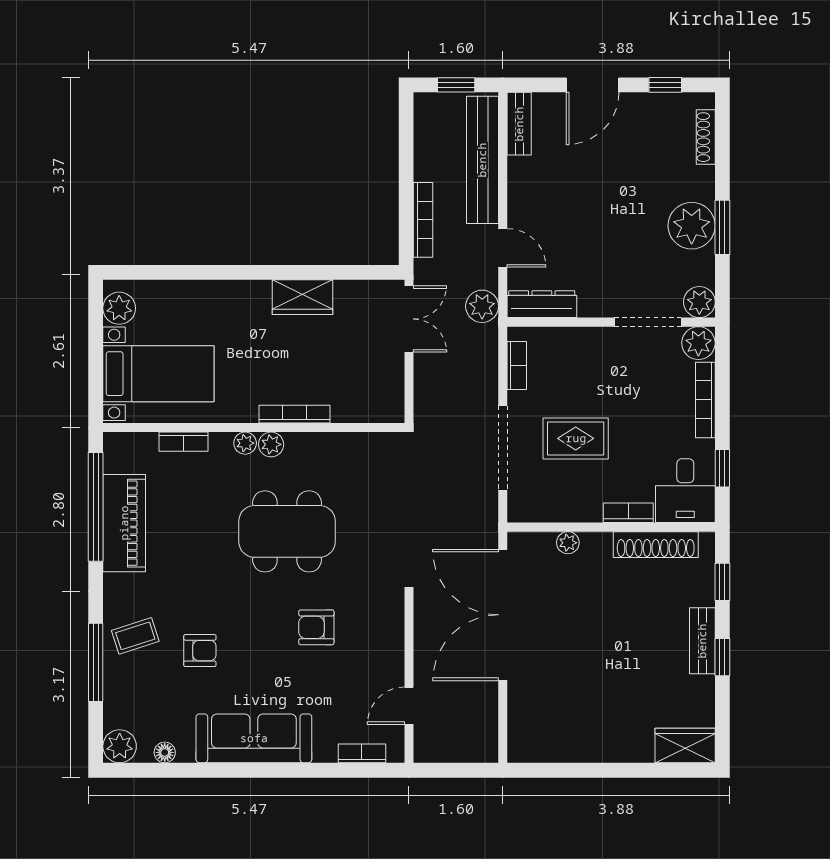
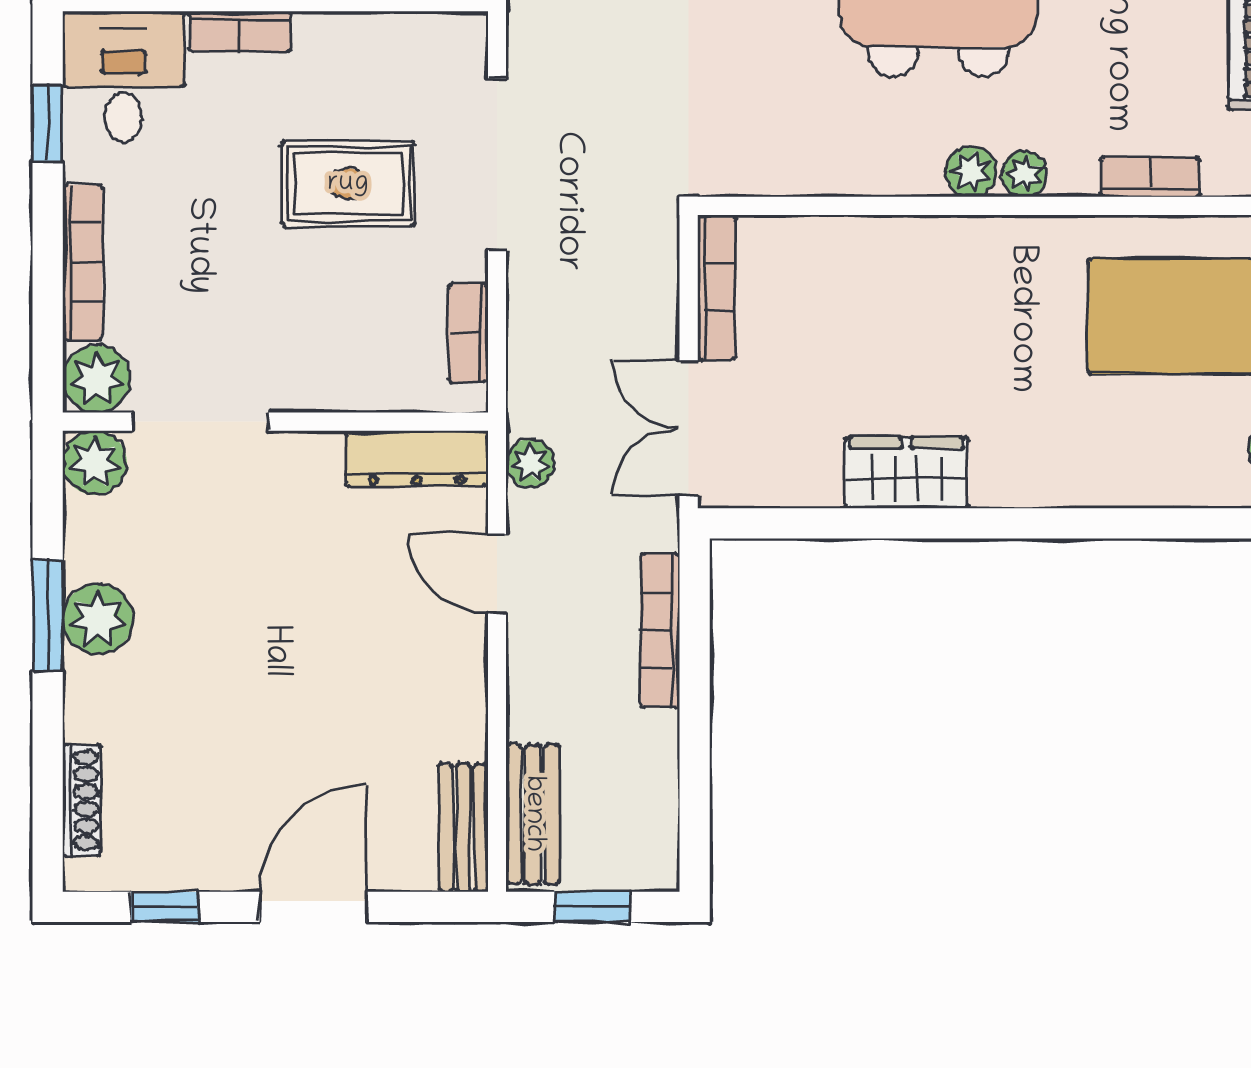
bench: (482, 160) -> (533, 814), width x0.54, depth x0.82
plant: (692, 226) -> (98, 619), width x0.73, depth x0.73
plant: (482, 306) -> (530, 463), width x0.73, depth x0.73
bookcase: (294, 414) -> (716, 287), moved, turned -90

